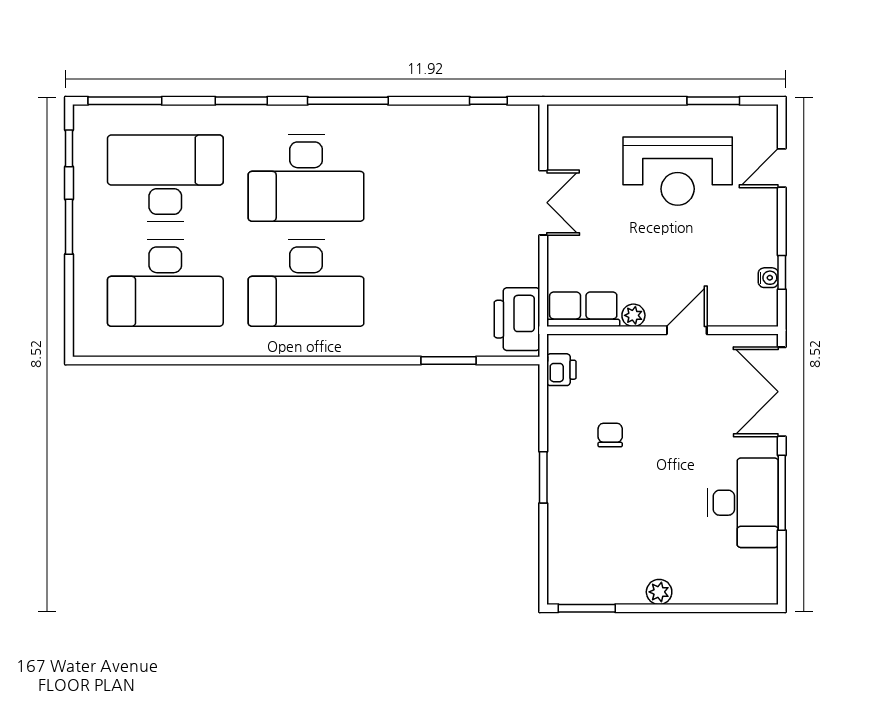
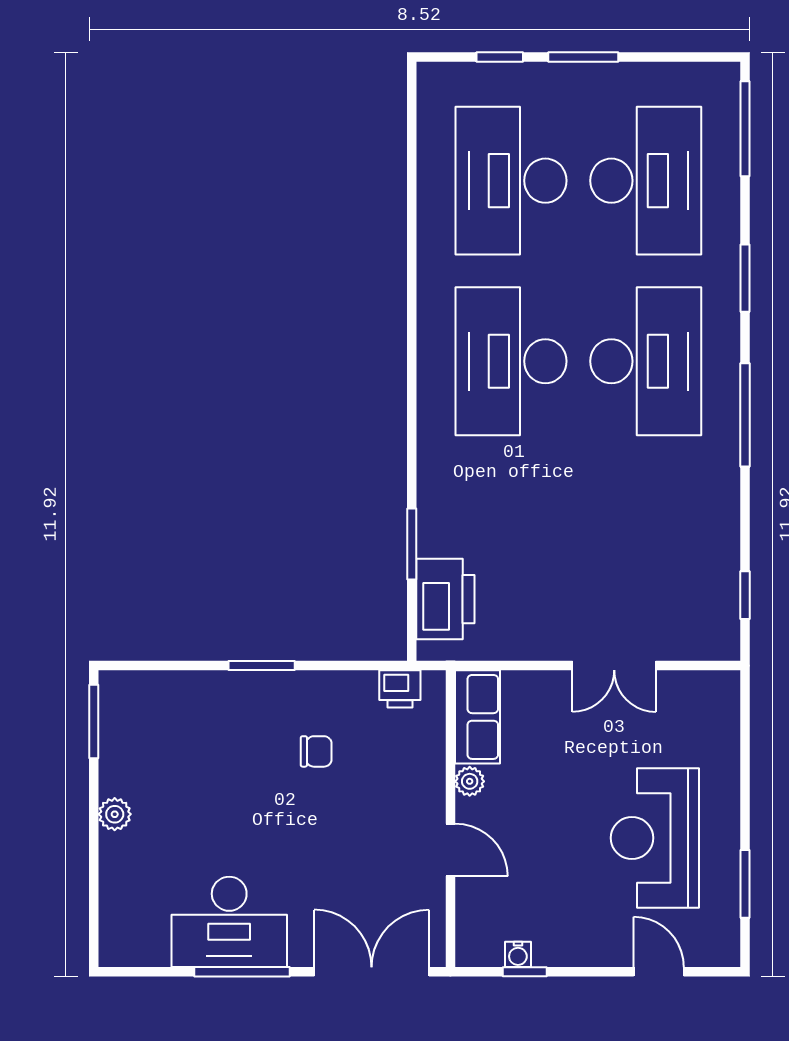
window: (69, 148) -> (500, 57), moved
desk: (306, 178) -> (646, 361), turned 180
printer: (517, 319) -> (445, 599), moved, turned 90

